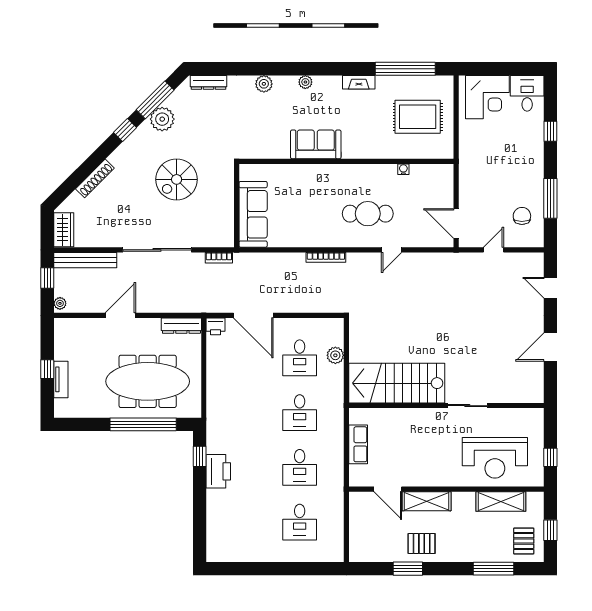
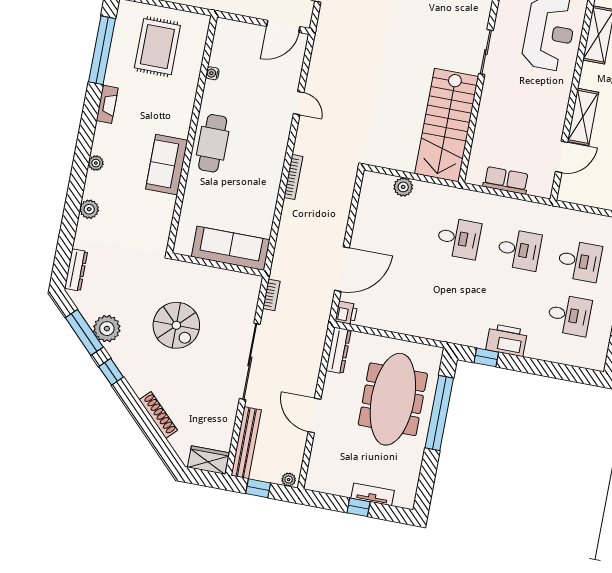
cafe table: (368, 214) -> (213, 143), moved
desk: (300, 358) -> (569, 315), moved

